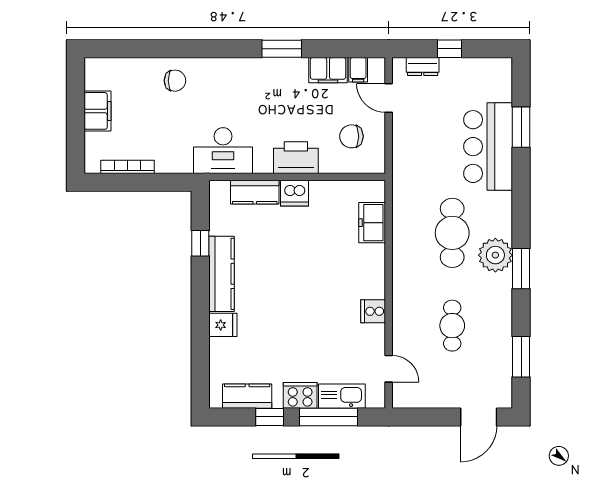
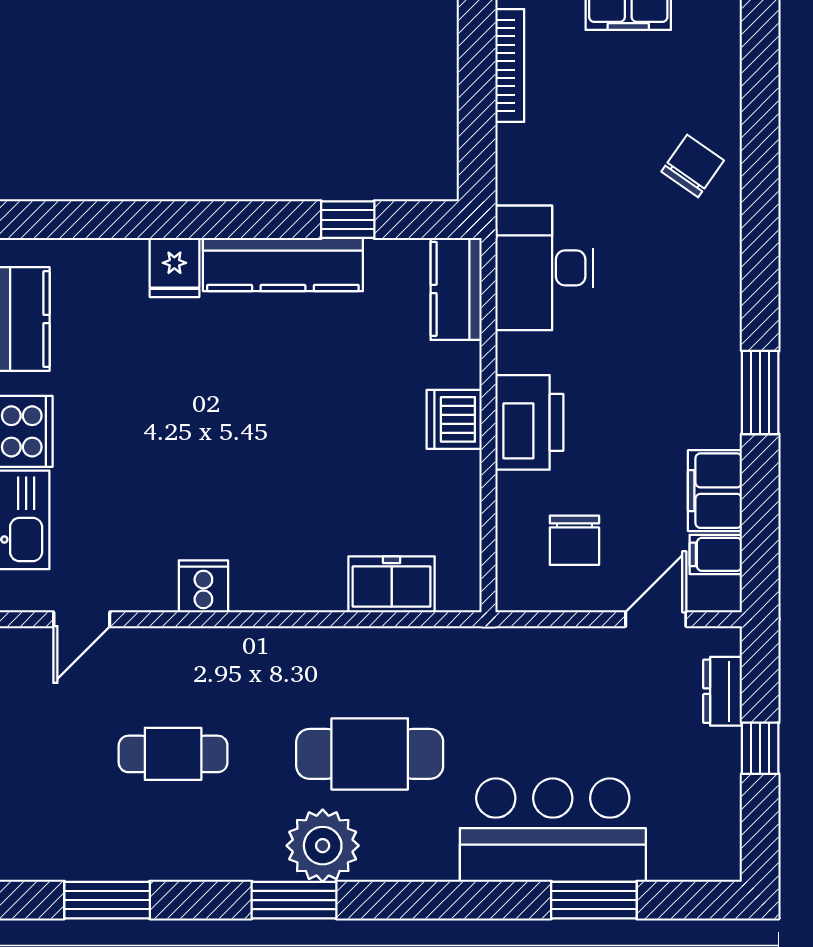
chair: (175, 81) -> (693, 166), turned -145
chair: (351, 136) -> (574, 540), turned 180
kitchen counter: (255, 192) -> (456, 289), moved

